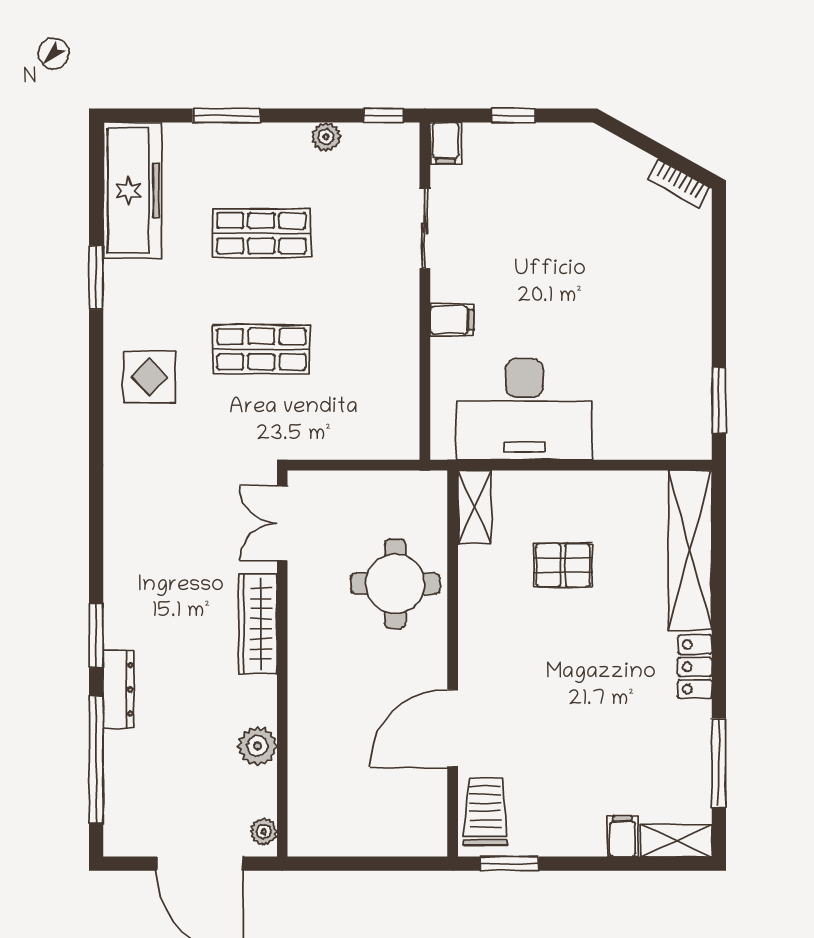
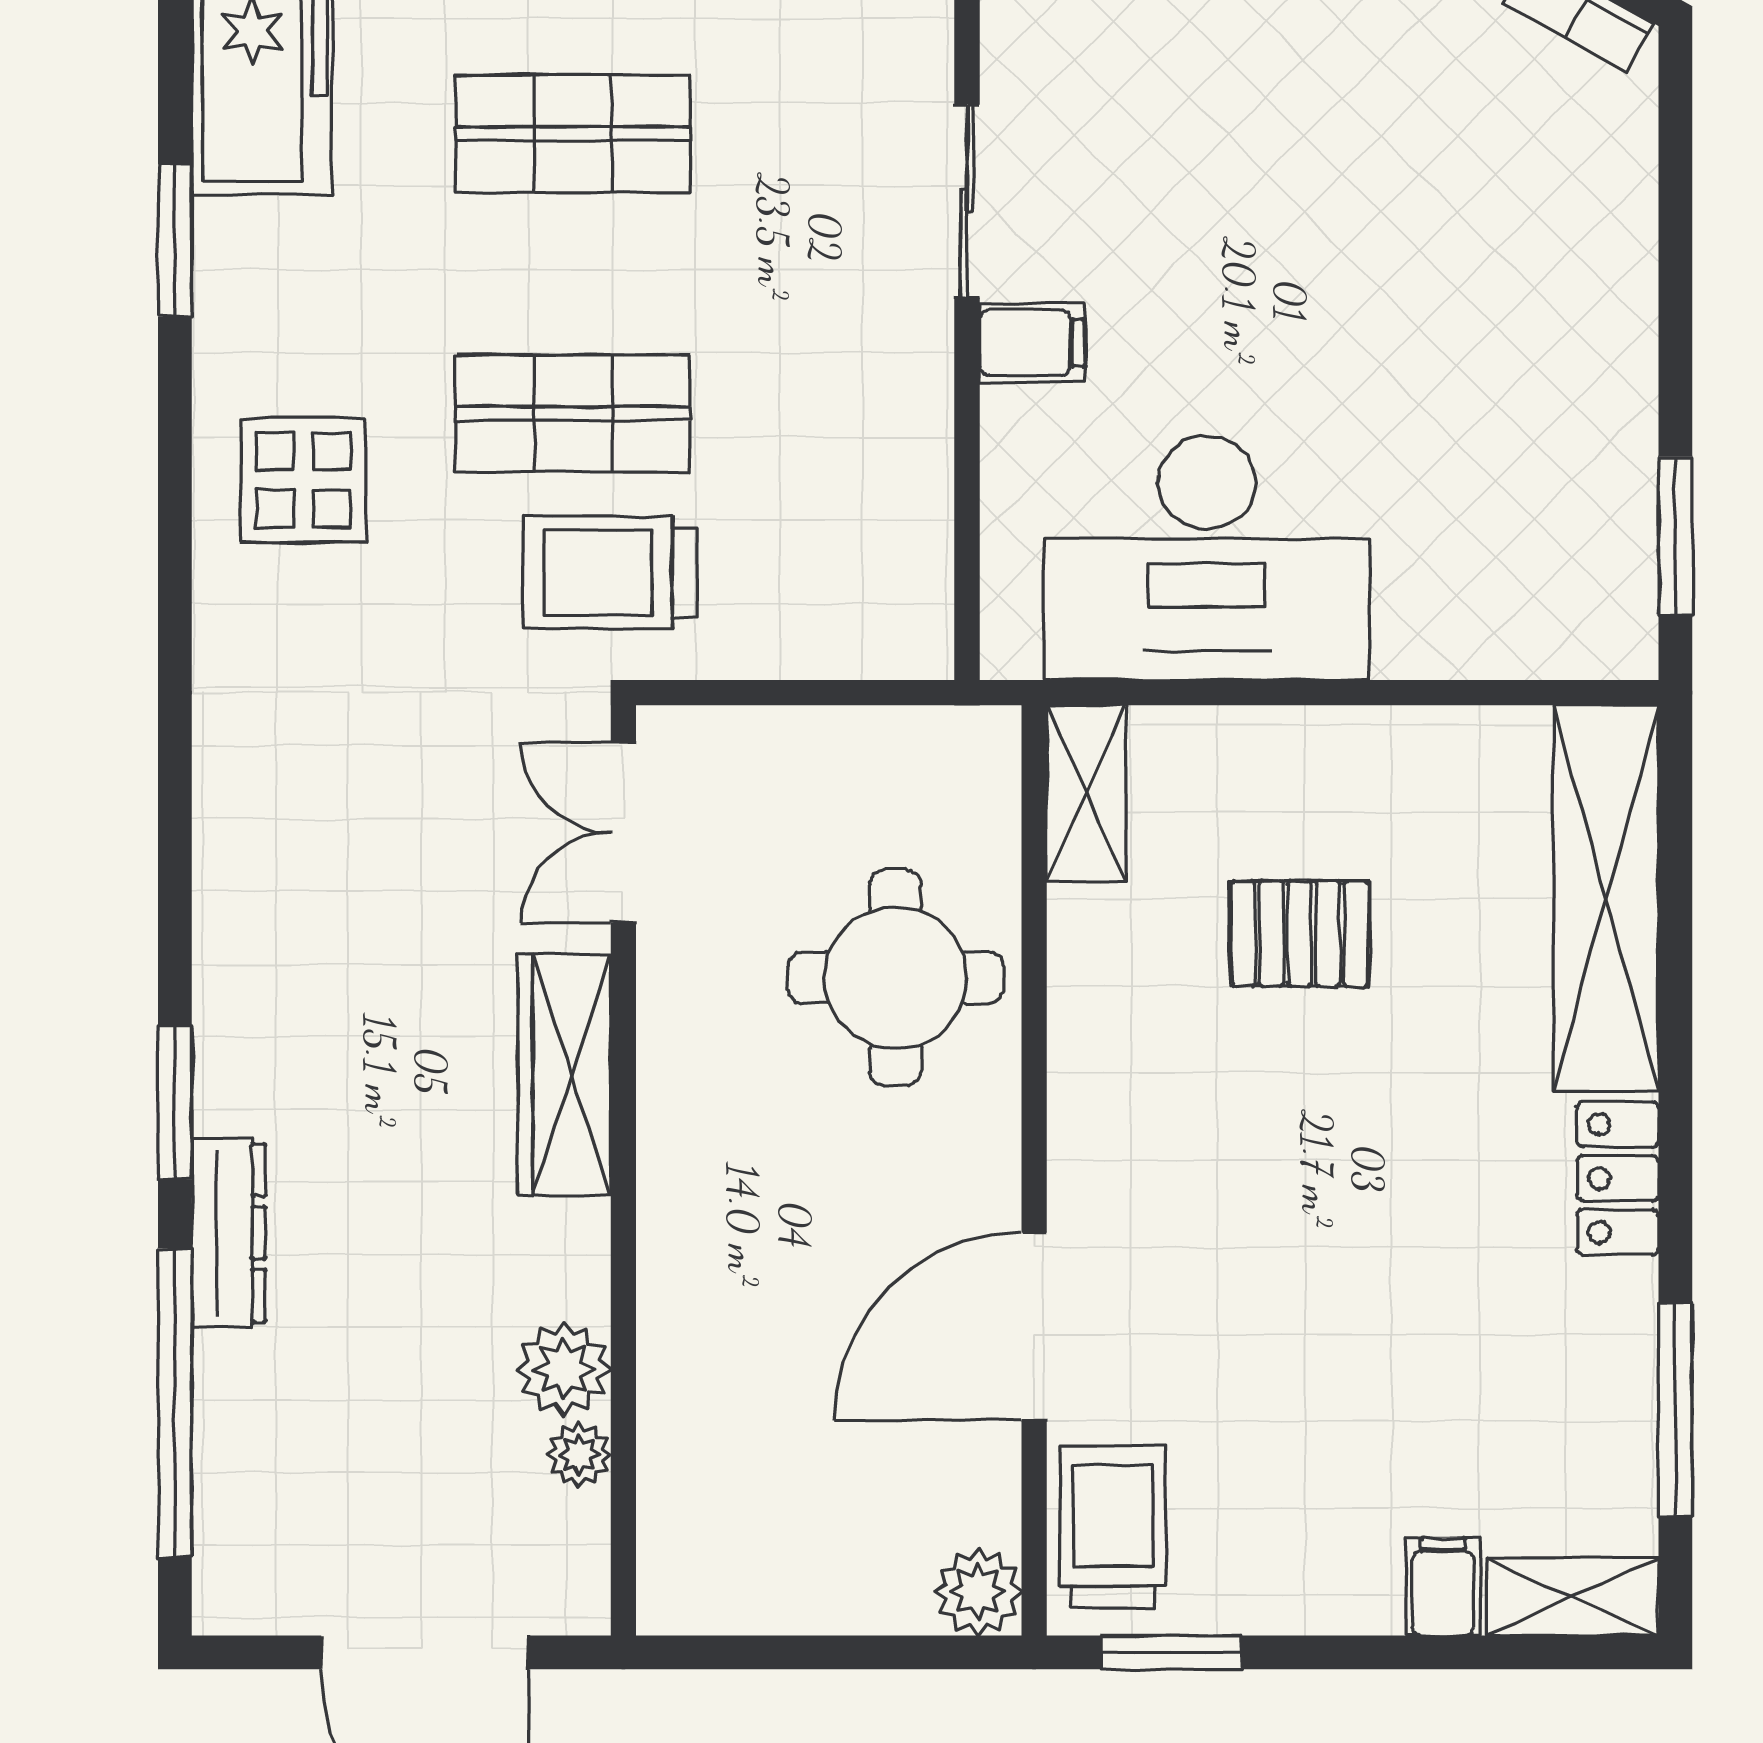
sliding door: (425, 228) -> (967, 201), moved
trolley: (277, 415) -> (610, 572), added
plant: (264, 832) -> (579, 1455), moved
plant: (429, 838) -> (978, 1592), added

